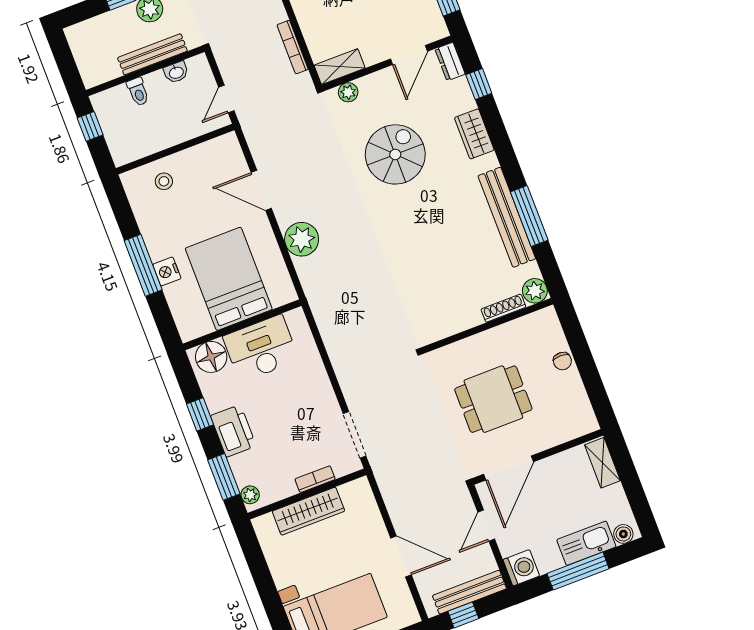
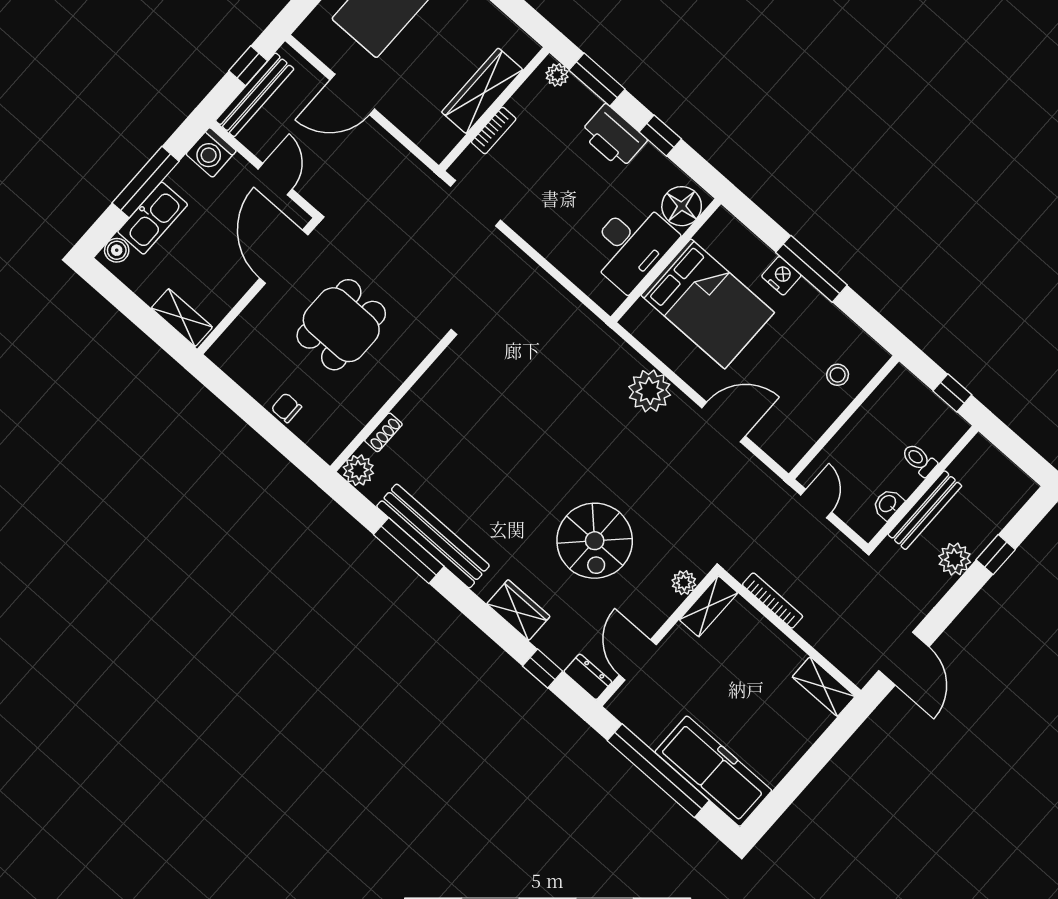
shoe rack: (503, 308) -> (383, 432), width x0.70

